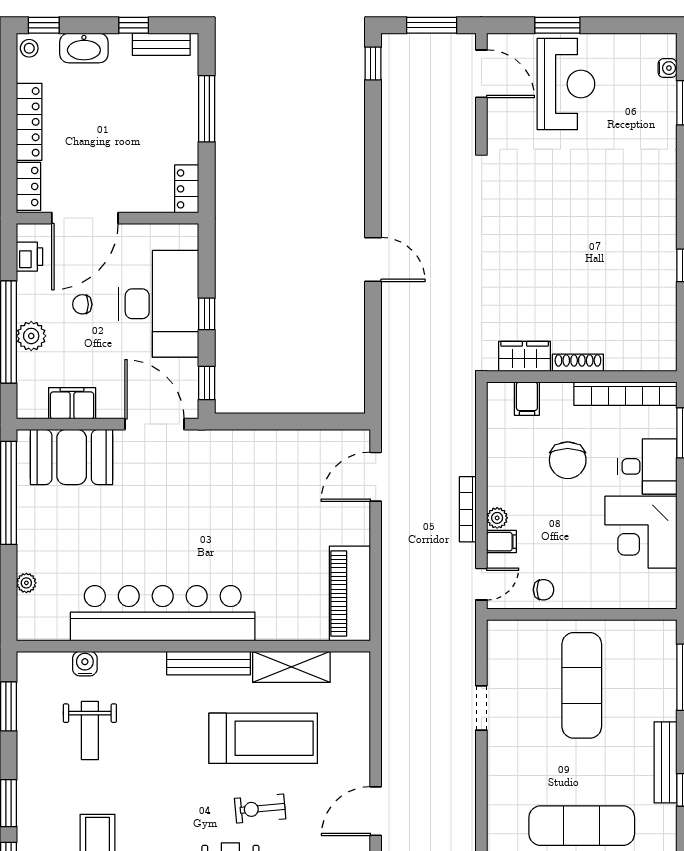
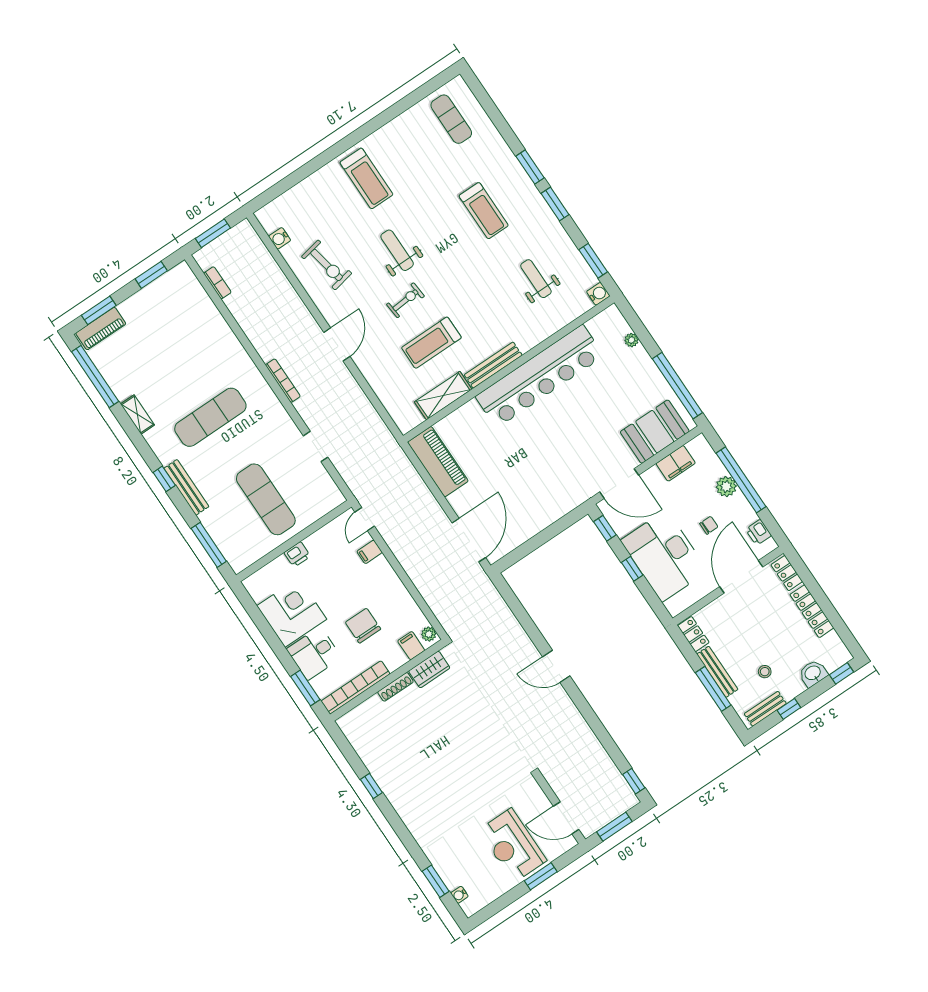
stool: (29, 48) -> (765, 672), moved
washbasin: (84, 48) -> (813, 673), width x0.72
bench: (188, 126) -> (717, 672), added
door: (376, 477) -> (469, 540), width x1.36
bookcase: (468, 509) -> (283, 381), moved
plant: (497, 518) -> (429, 634), moved
chair: (544, 590) -> (326, 540), removed
printer: (588, 596) -> (297, 554), added
water cooler: (85, 664) -> (598, 294), moved, turned -90
treadmill: (263, 738) -> (431, 343), width x0.73, depth x0.73

